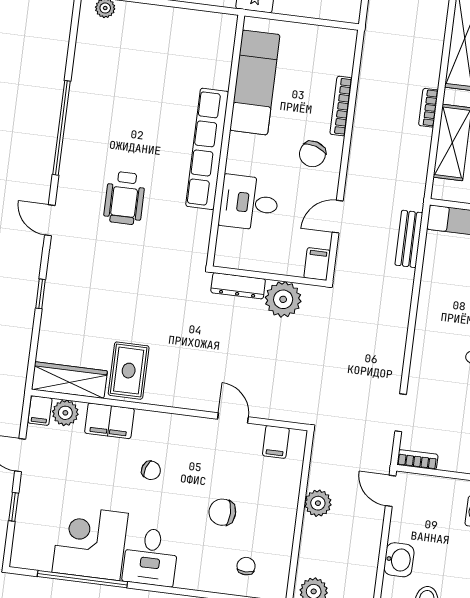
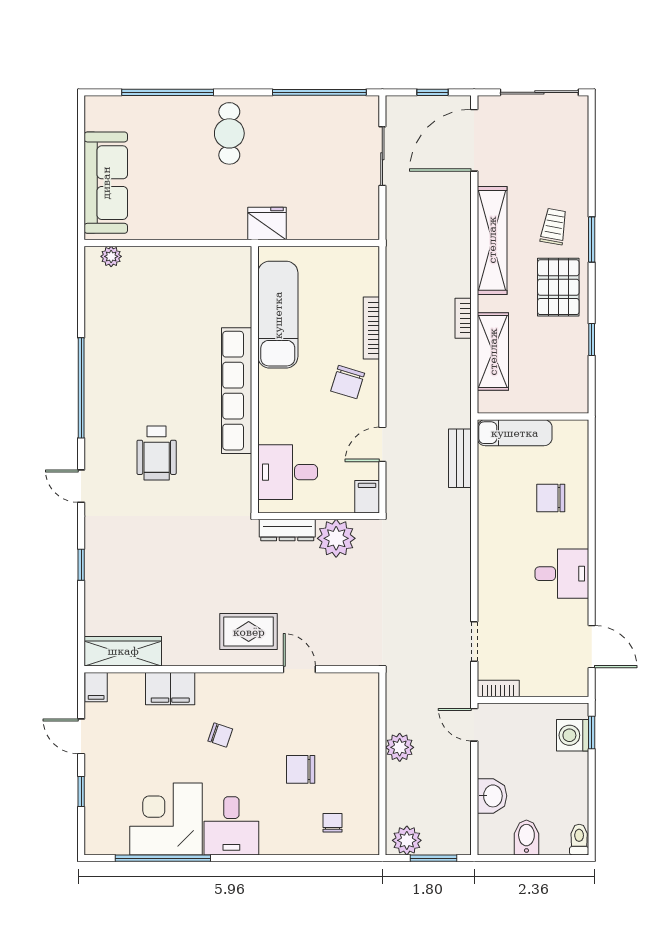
desk: (249, 203) -> (288, 472), moved
rug: (129, 371) -> (249, 632), moved, turned 90
plant: (65, 413) -> (123, 686), removed
filing cabinet: (276, 442) -> (347, 689), removed

